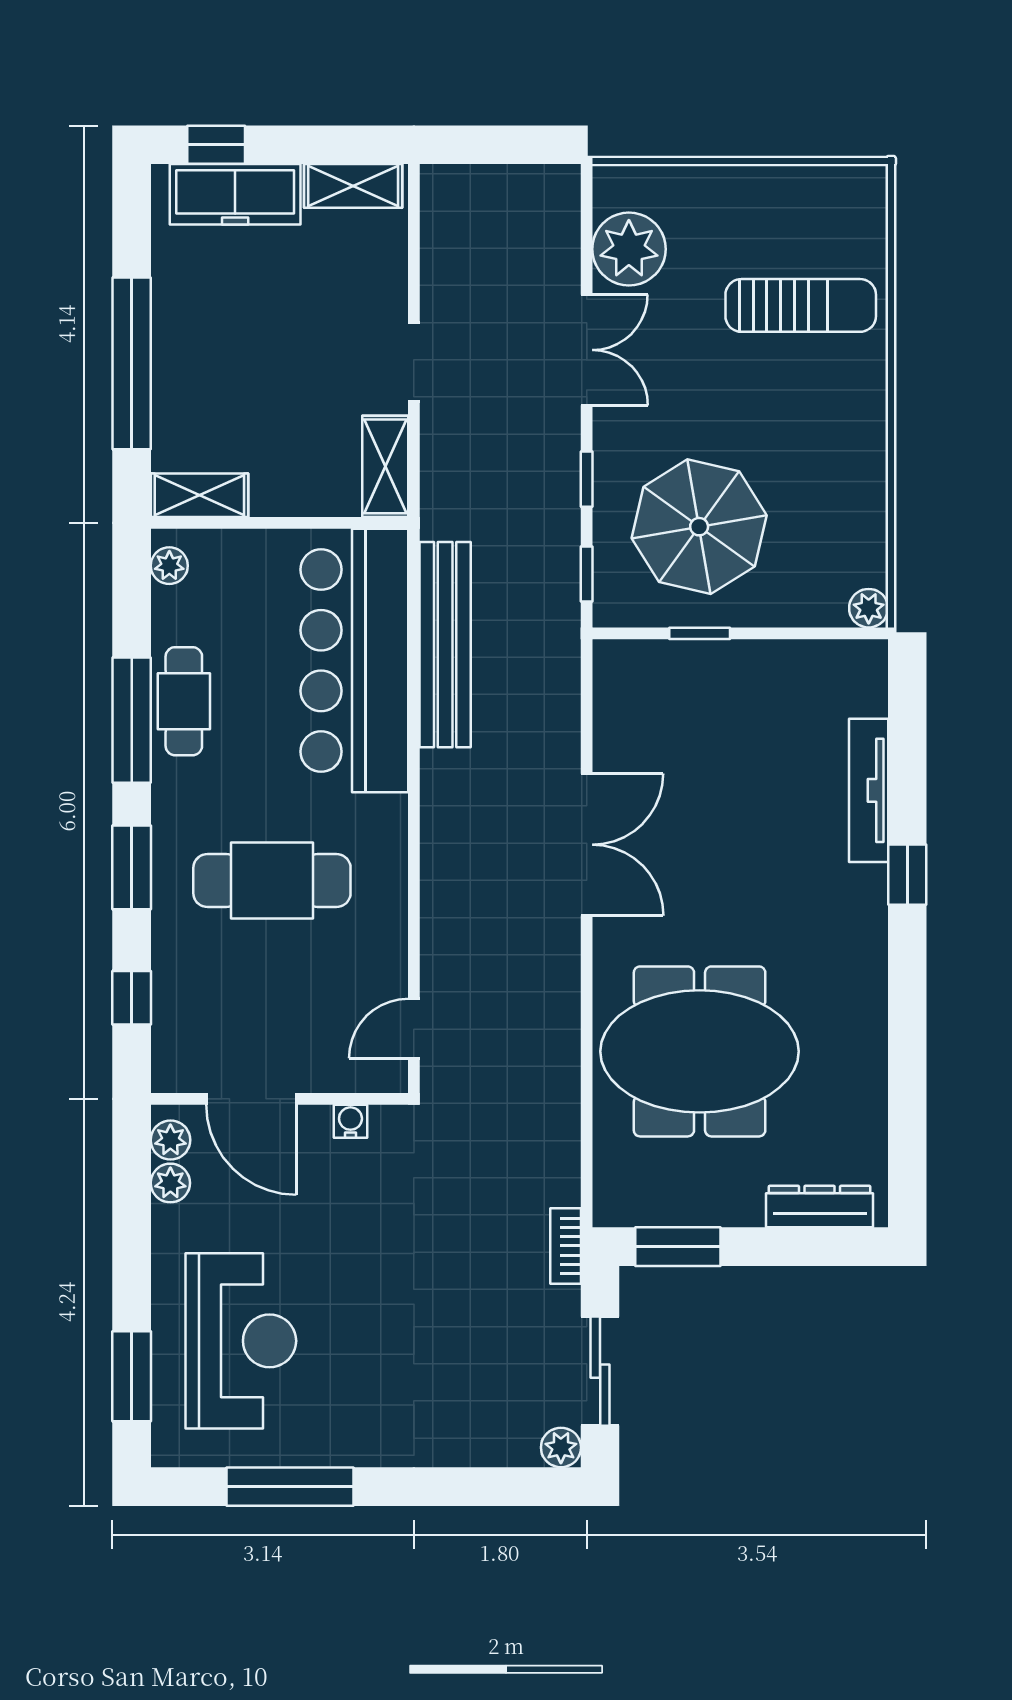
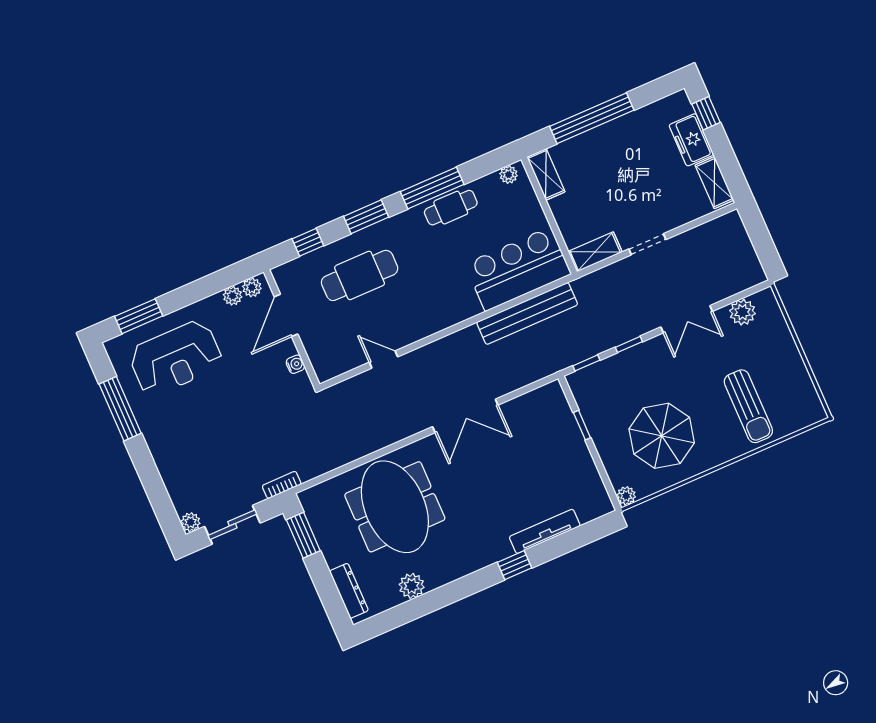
freezer: (235, 194) -> (691, 140), width x0.71
plant: (629, 249) -> (742, 312), width x0.73, depth x0.73
parasol: (699, 527) -> (662, 436), moved
bar counter: (354, 661) -> (518, 269), width x0.73
cafe table: (272, 881) -> (360, 275), moved, turned 90
door: (414, 1028) -> (384, 360), moved
plant: (862, 1085) -> (412, 586), added

